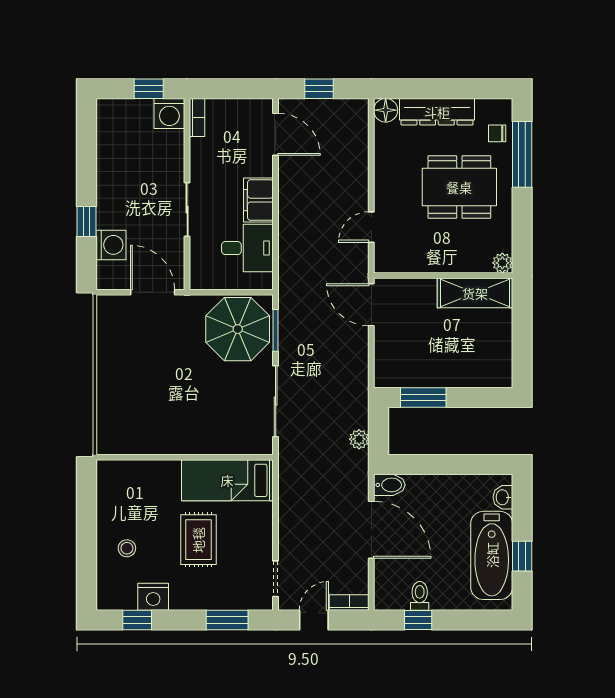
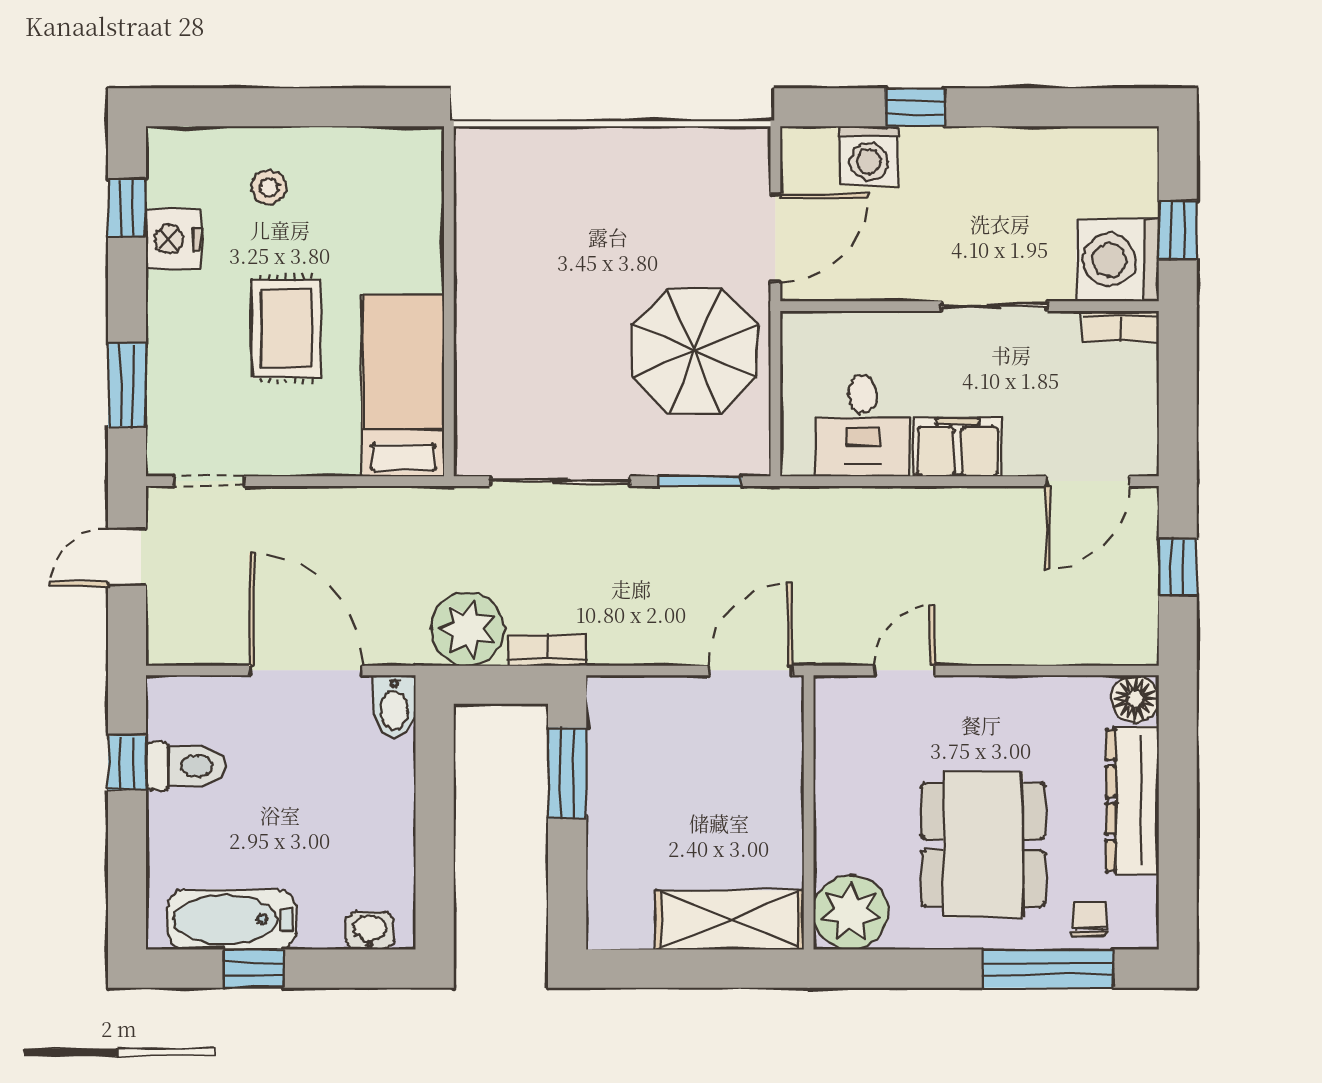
washing machine: (169, 113) -> (1118, 260), width x1.37, depth x1.37
sliding door: (187, 210) -> (994, 306), moved
door: (371, 227) -> (904, 670), hinge flipped
plant: (502, 263) -> (851, 912), width x1.87, depth x1.87
shelving: (475, 293) -> (730, 920), moved, turned 90
parasol: (238, 329) -> (695, 351), moved
plant: (359, 439) -> (467, 629), width x1.87, depth x1.87
door: (371, 530) -> (306, 670), swing flipped
rug: (198, 540) -> (286, 329), turned 90
bathtub: (492, 555) -> (232, 920), width x0.73, depth x0.73
toilet: (420, 596) -> (186, 766), width x1.37, depth x1.39
bookcase: (349, 603) -> (547, 650), moved, turned -90
door: (314, 620) -> (127, 557), swing flipped

